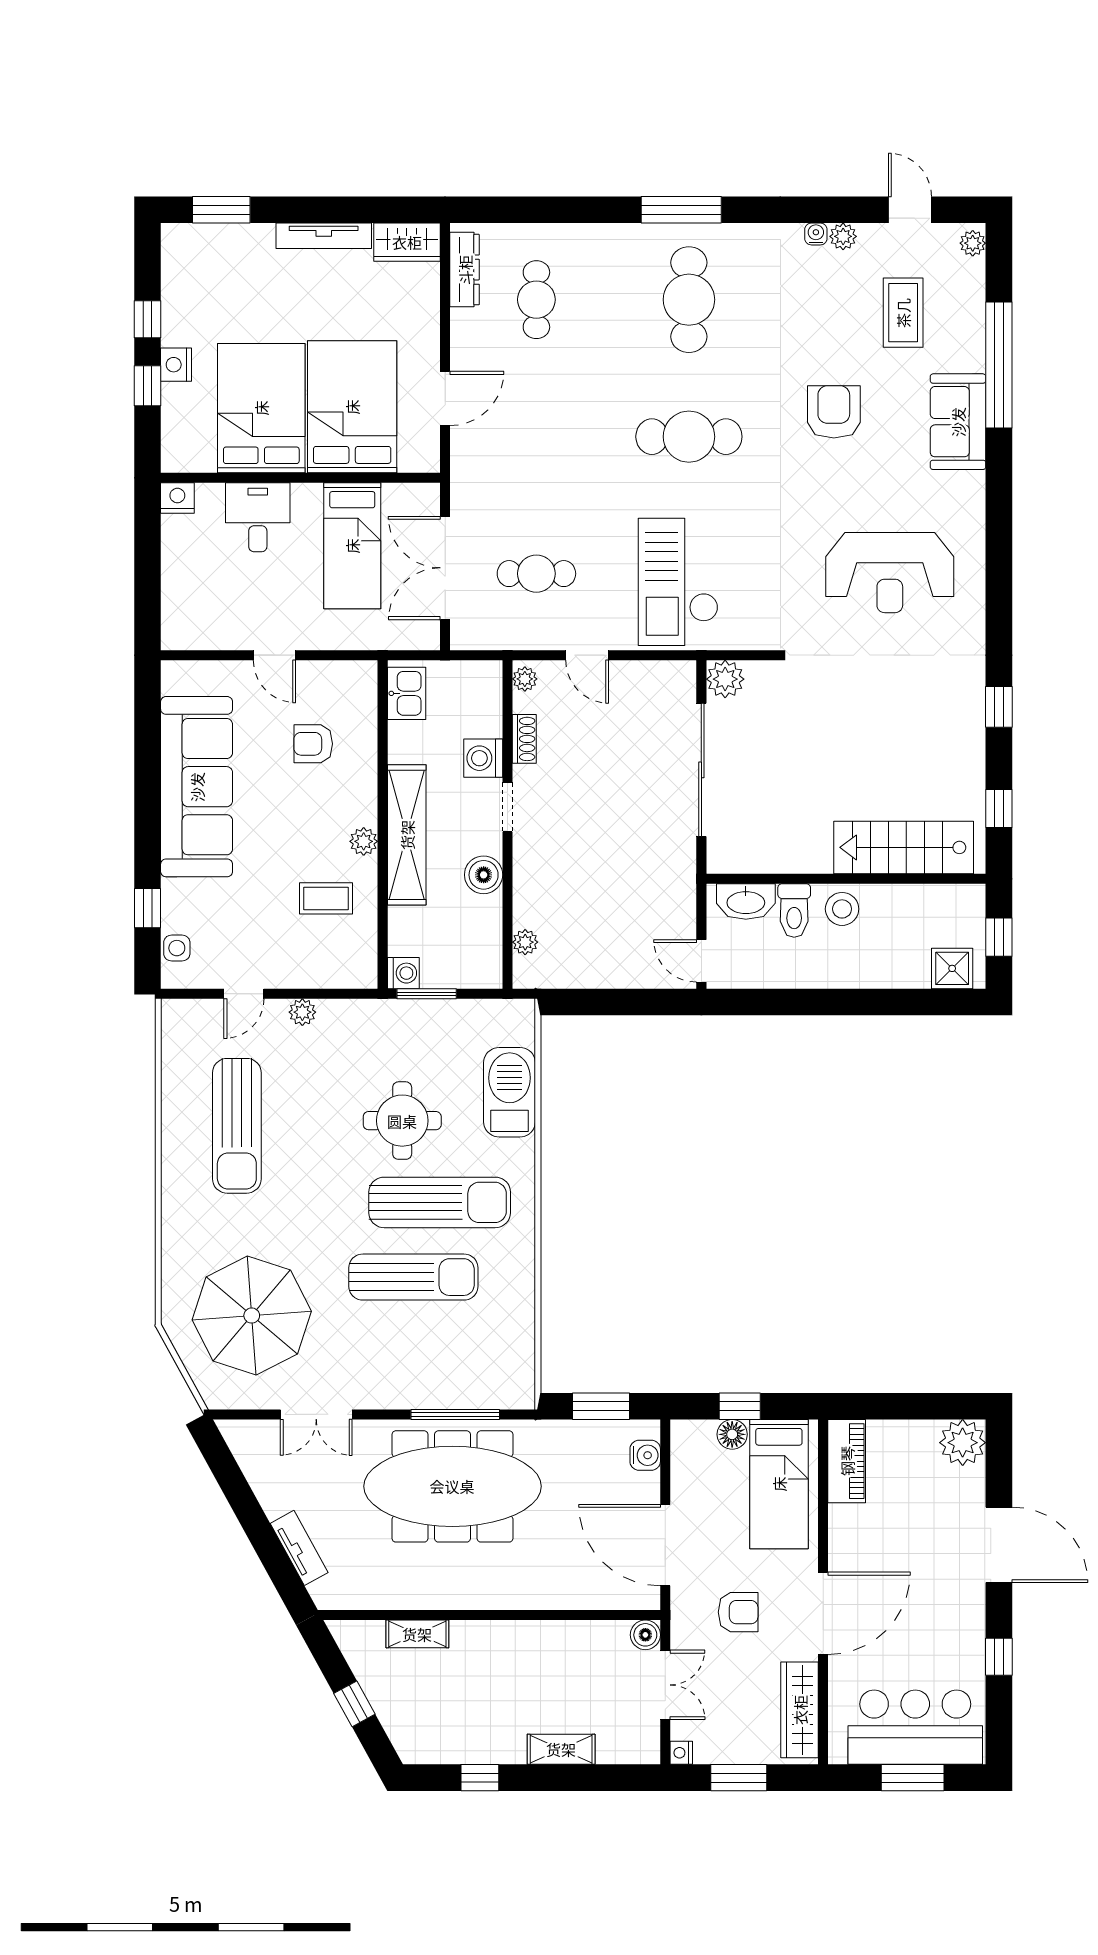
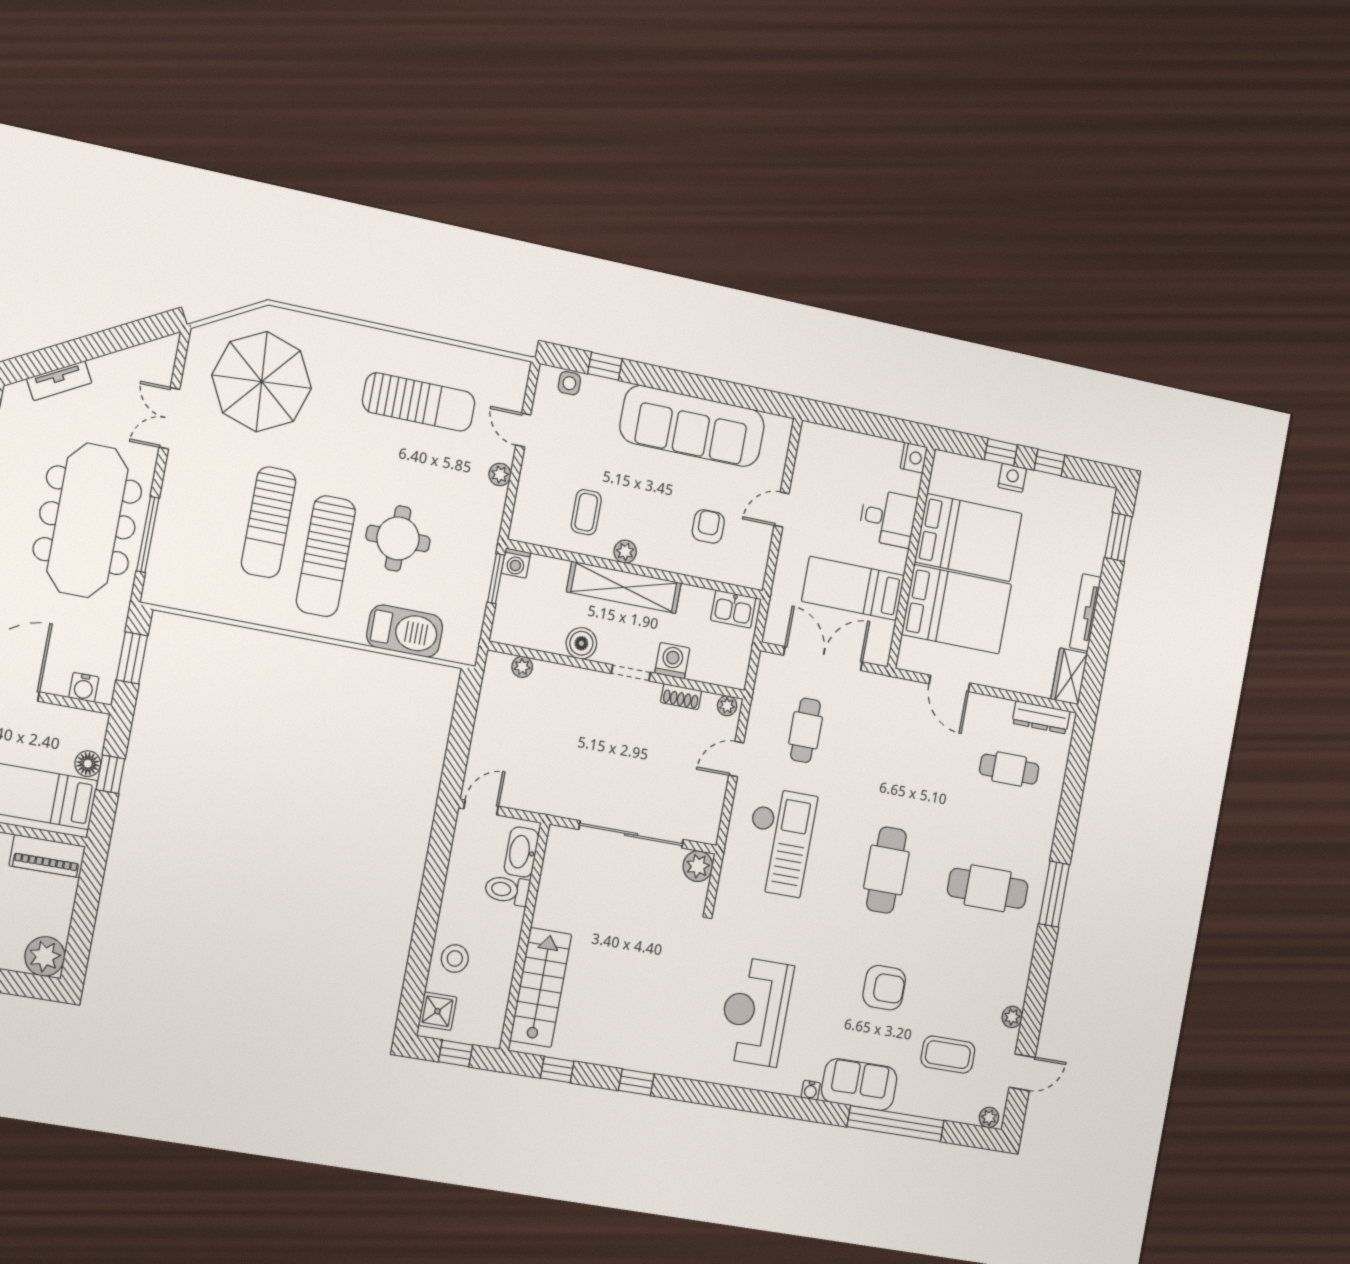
water cooler: (816, 234) -> (811, 1090), moved, turned 90
checkout: (678, 582) -> (779, 842), turned 90
stool: (842, 909) -> (455, 959), moved
sun lounger: (237, 1126) -> (419, 402), turned 180

